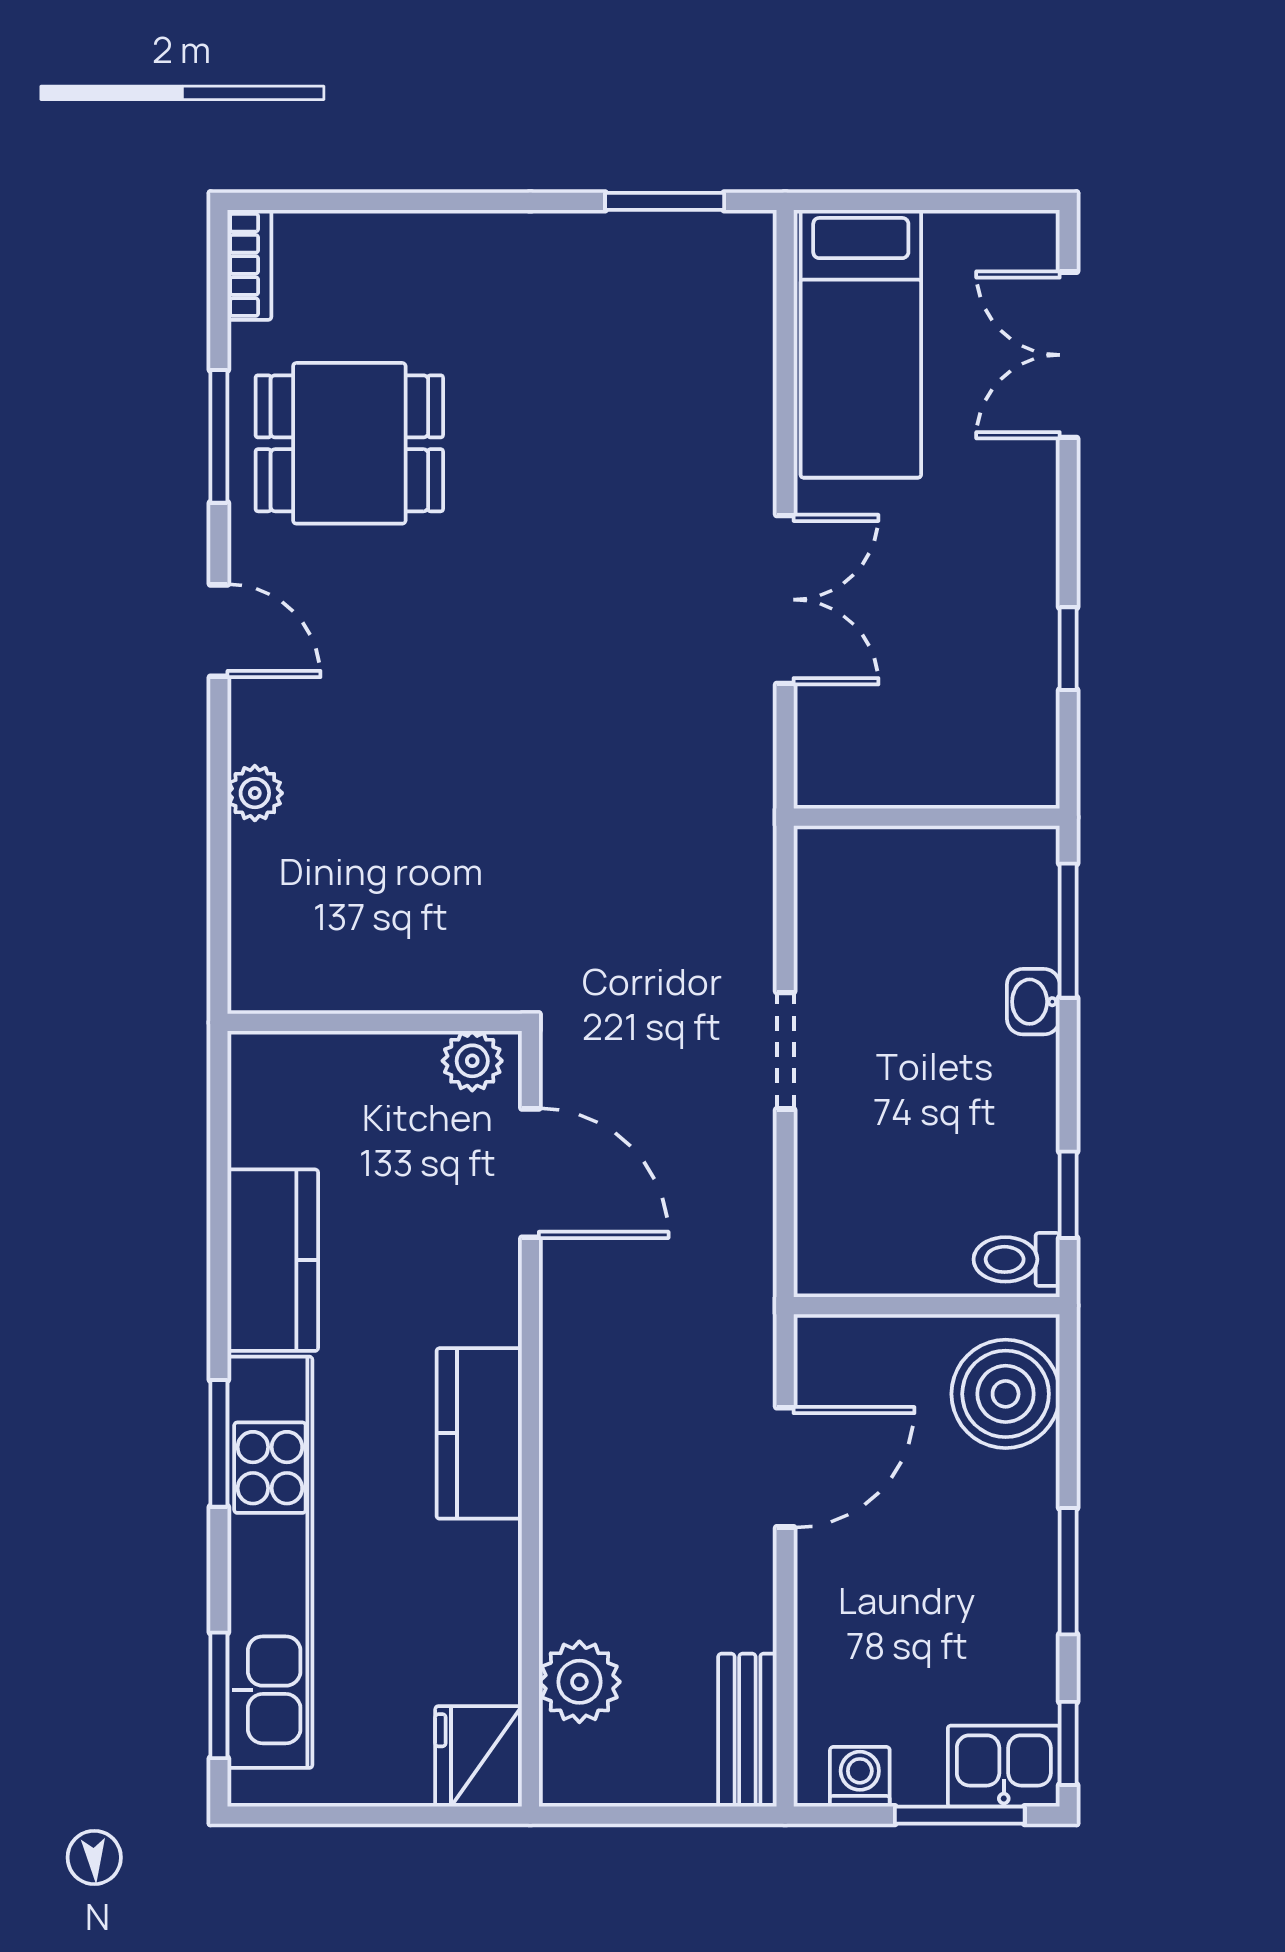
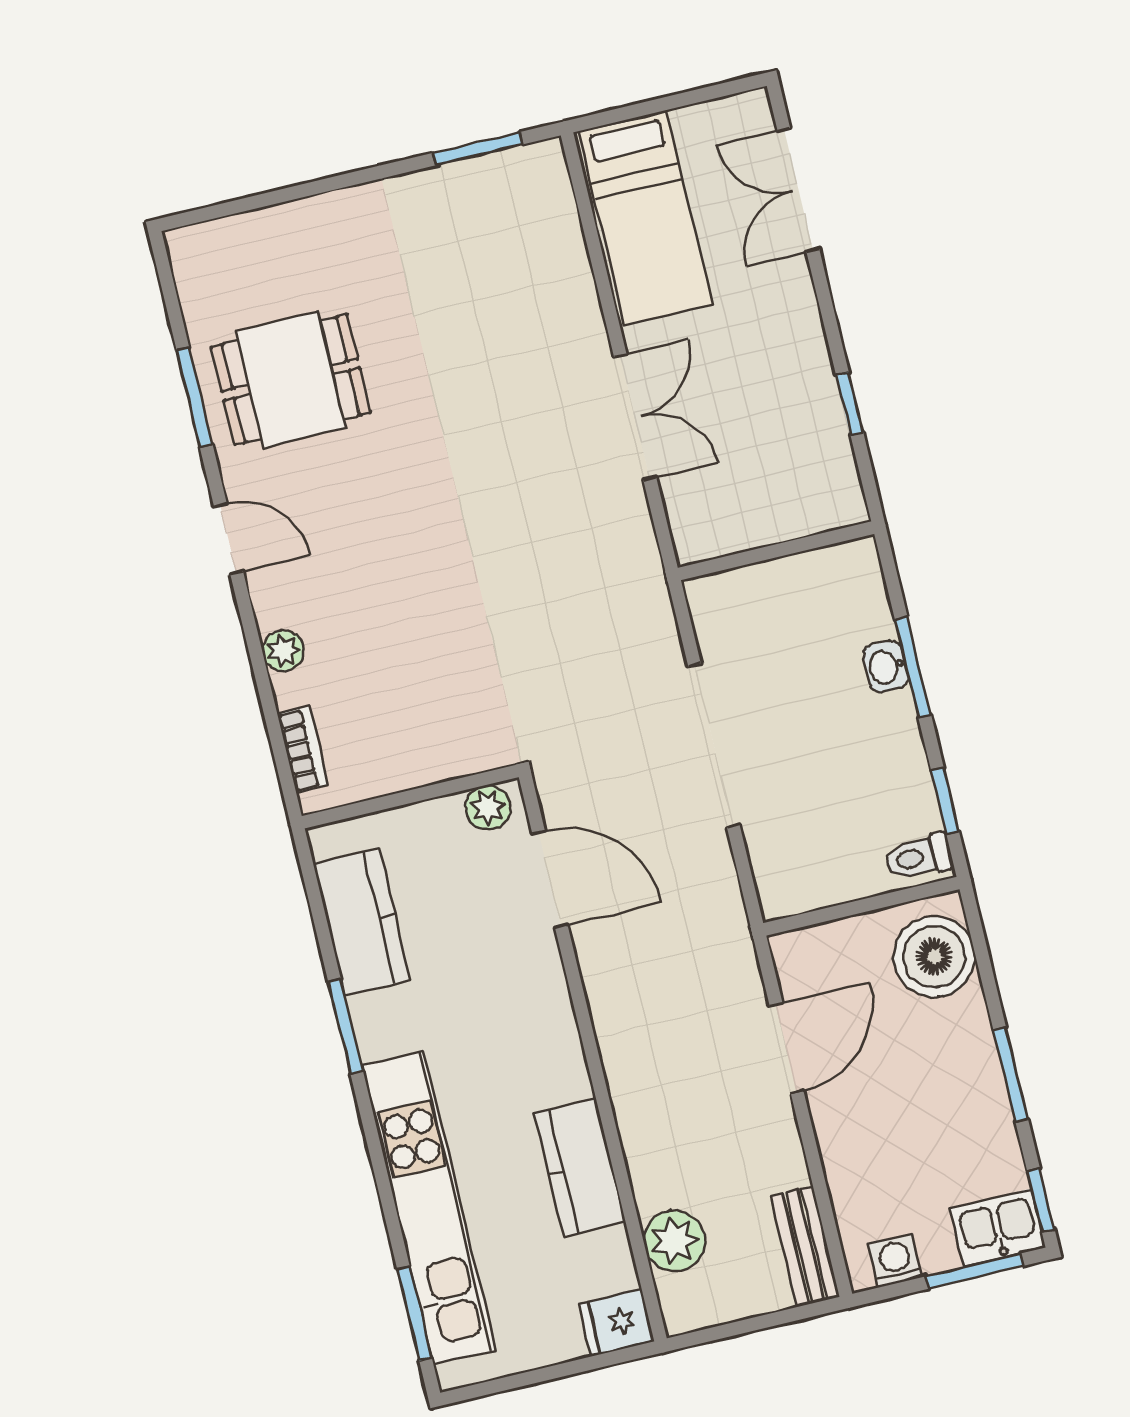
bookcase: (249, 265) -> (303, 749), moved
window: (1068, 931) -> (913, 667), moved
doorway: (785, 1051) -> (714, 745), width x1.88
kitchen counter: (273, 1260) -> (362, 922), moved
kitchen counter: (479, 1433) -> (580, 1167), moved
window: (219, 1443) -> (346, 1026), moved
fridge: (479, 1756) -> (617, 1323), width x0.72

